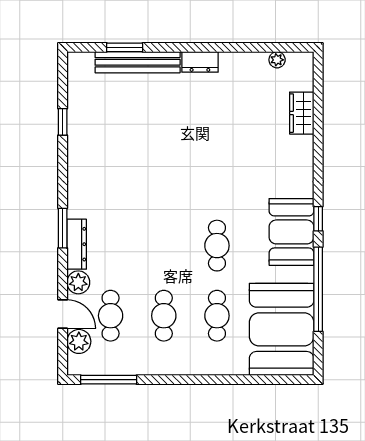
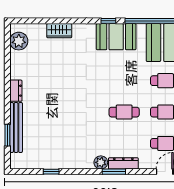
plant: (277, 60) -> (19, 41), width x1.87, depth x1.87
wardrobe: (302, 113) -> (59, 31), moved
cafe table: (217, 246) -> (124, 112), moved
plant: (78, 282) -> (101, 162), moved

